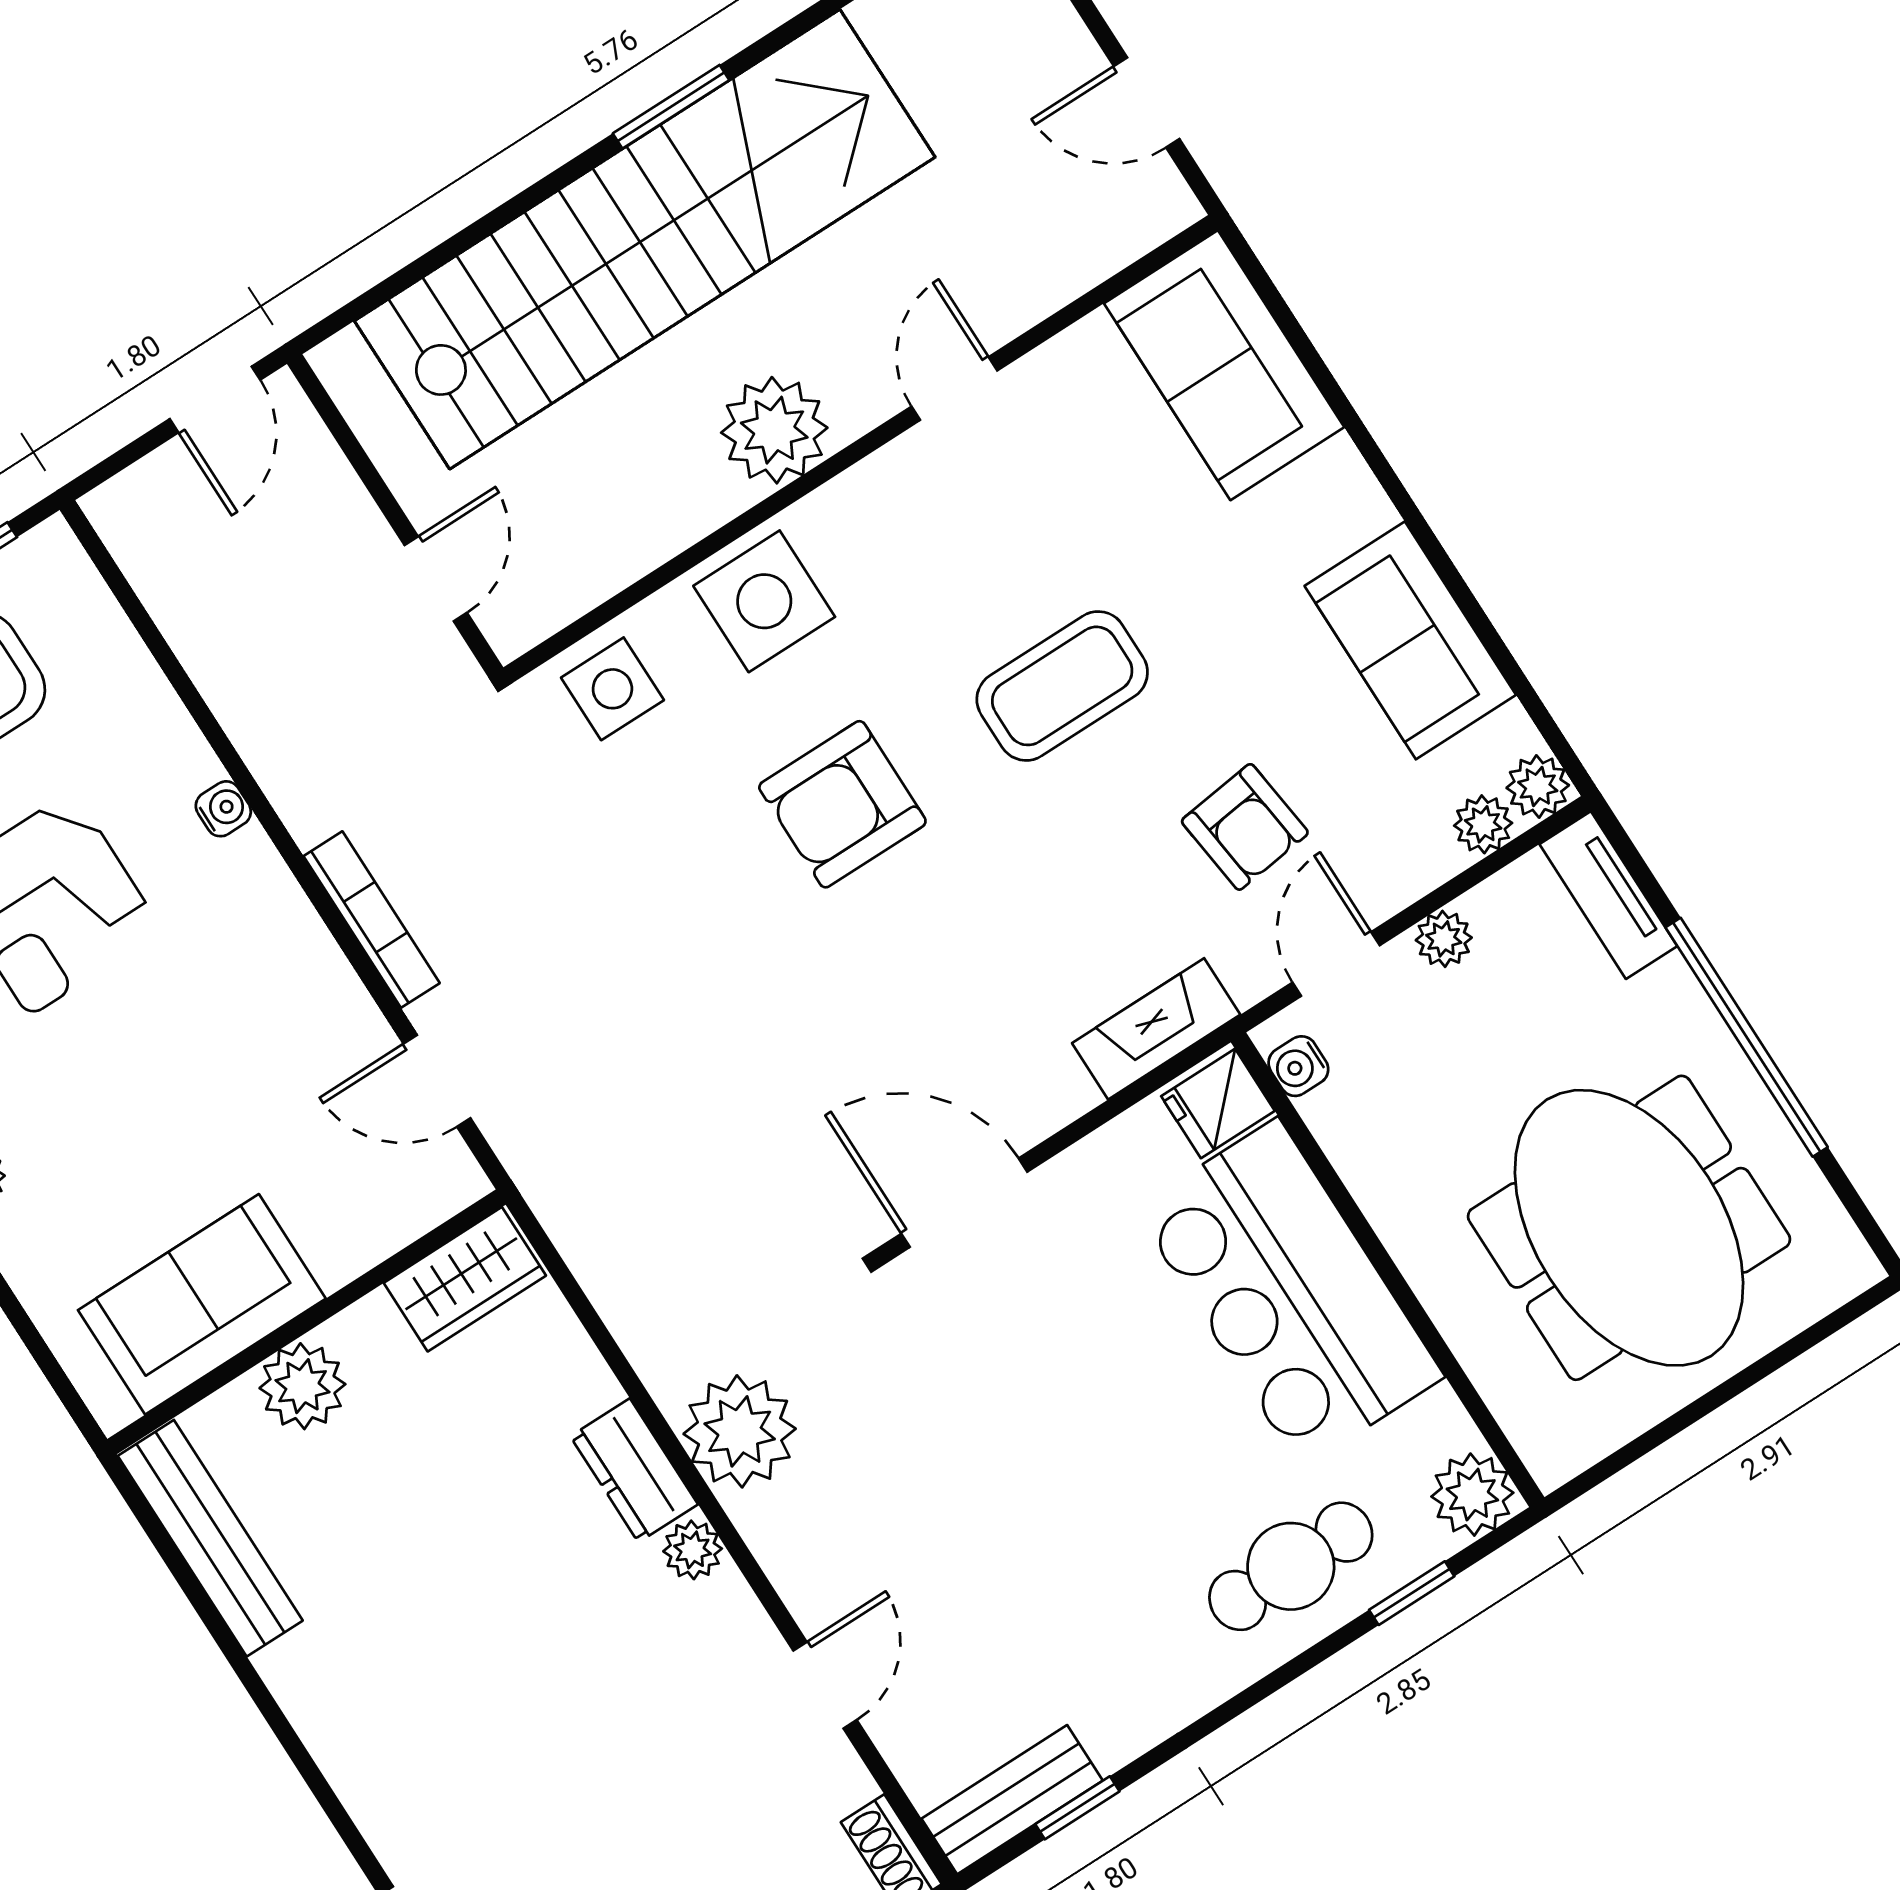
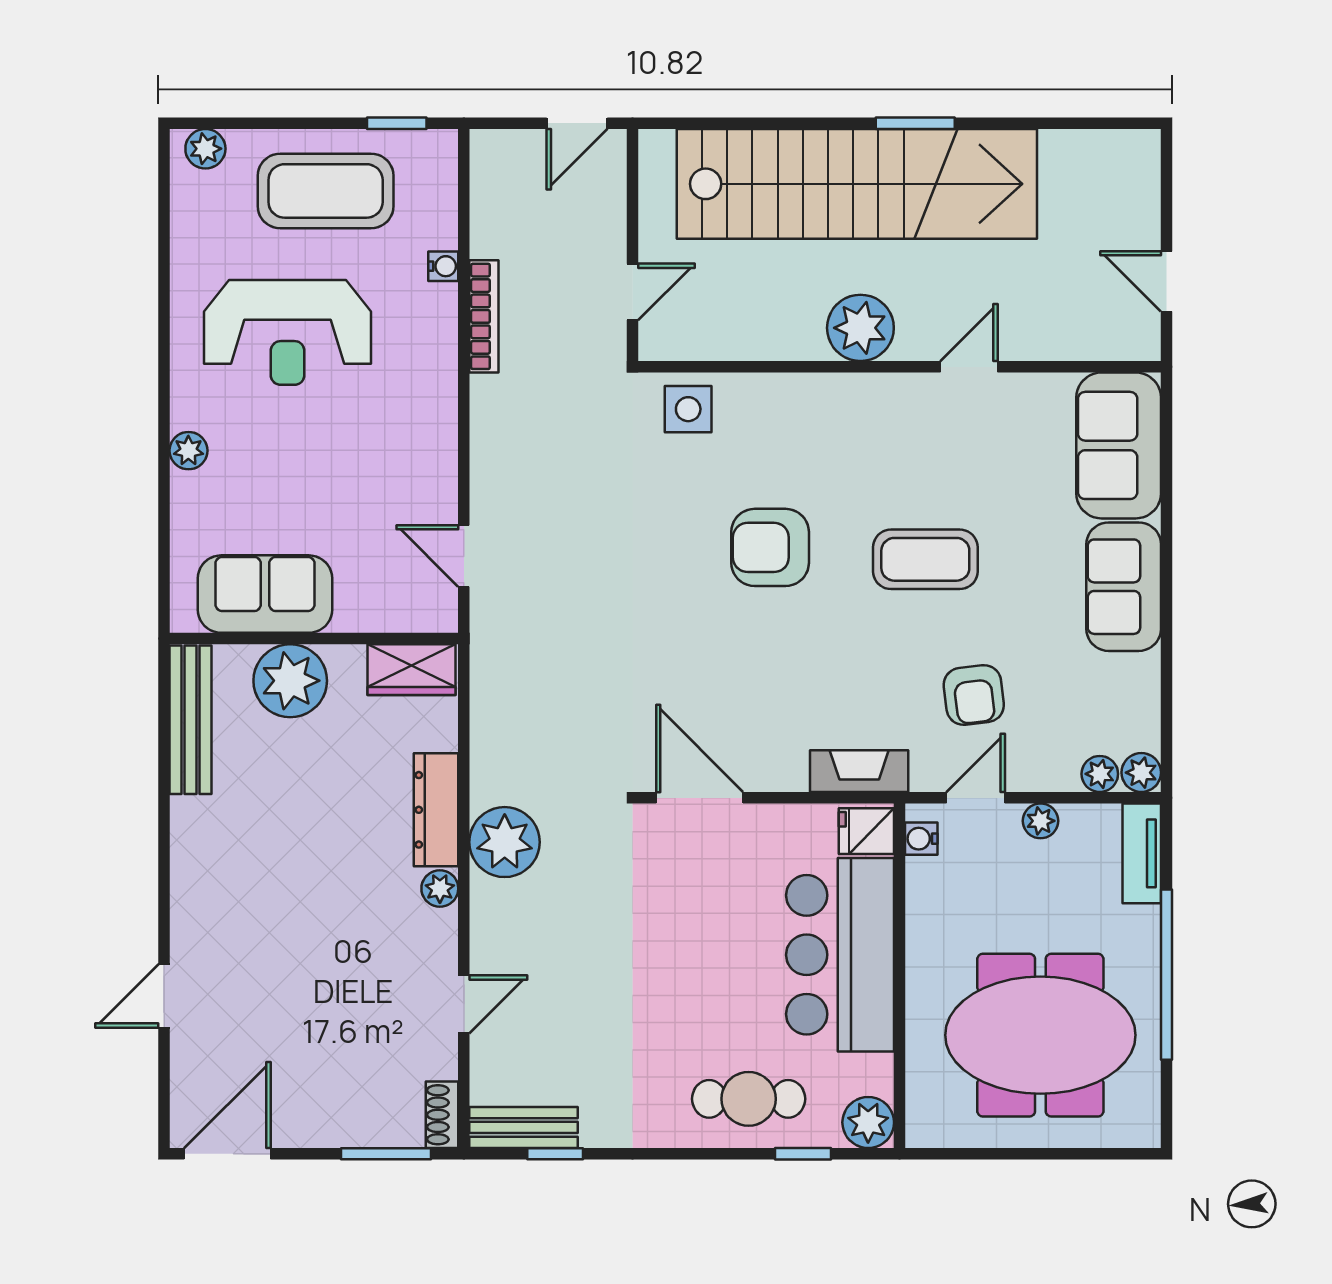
side table: (764, 601) -> (797, 414), removed
sofa: (1410, 640) -> (1124, 587), moved
water cooler: (223, 809) -> (443, 266), moved
bookcase: (372, 920) -> (484, 316), moved
meeting table: (1629, 1228) -> (1040, 1035), turned 90
plant: (302, 1386) -> (290, 681), width x1.36, depth x1.36
dresser: (634, 1470) -> (436, 810), width x1.44

